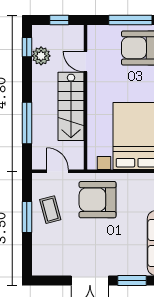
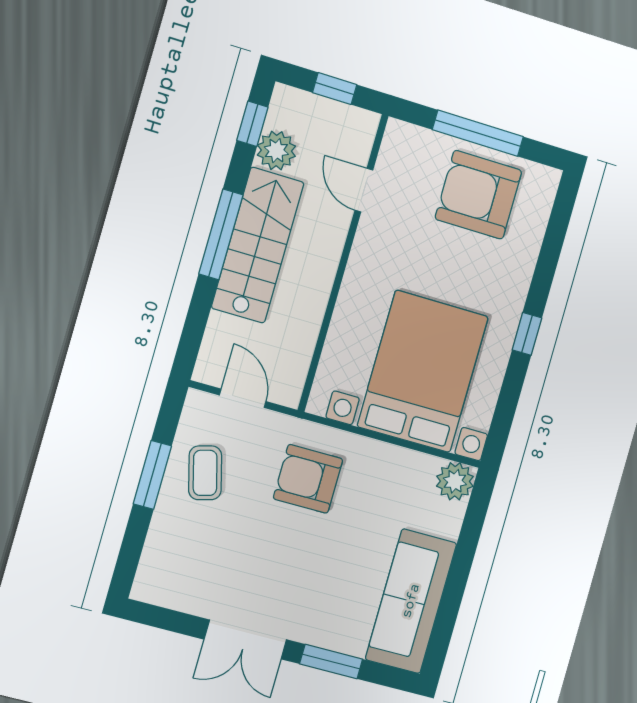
stairs: (71, 106) -> (258, 245), moved, turned 180
window: (27, 123) -> (221, 234), moved
armchair: (98, 200) -> (308, 479), width x0.73, depth x0.73

